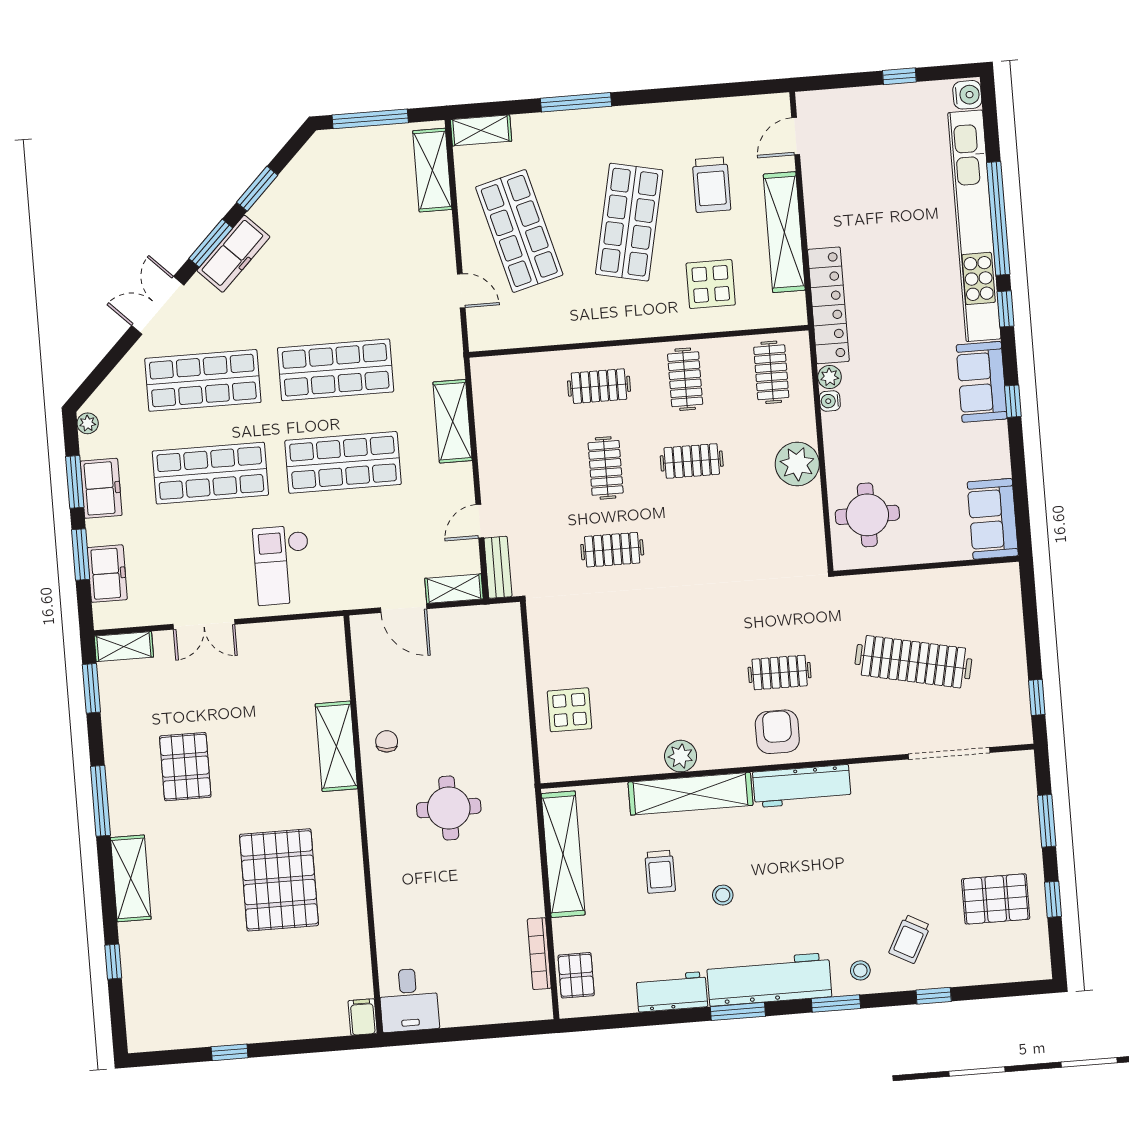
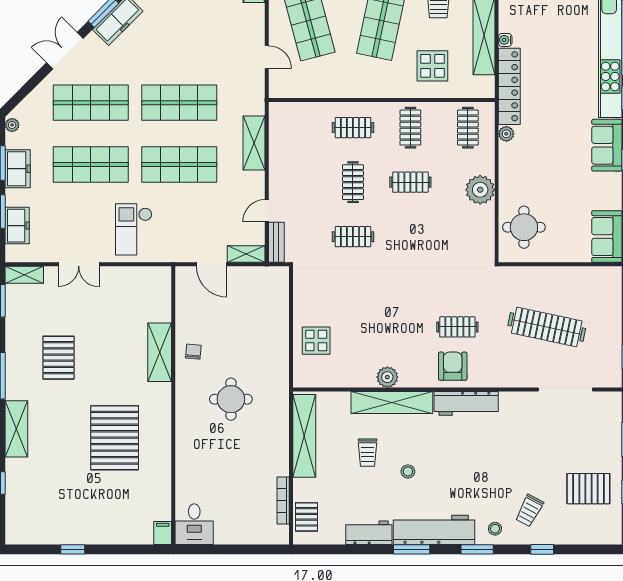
water cooler: (830, 401) -> (505, 40), moved

